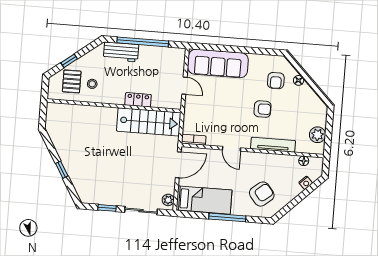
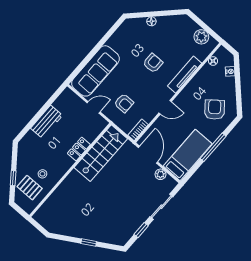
window: (143, 42) -> (39, 114), removed
workbench: (121, 52) -> (47, 122), moved
armchair: (276, 81) -> (124, 103), moved
plant: (168, 200) -> (160, 174), moved

